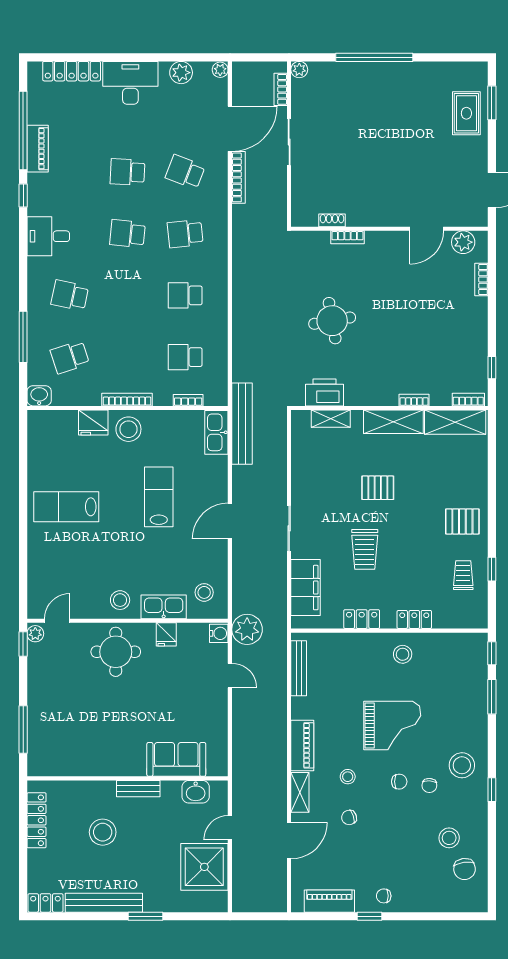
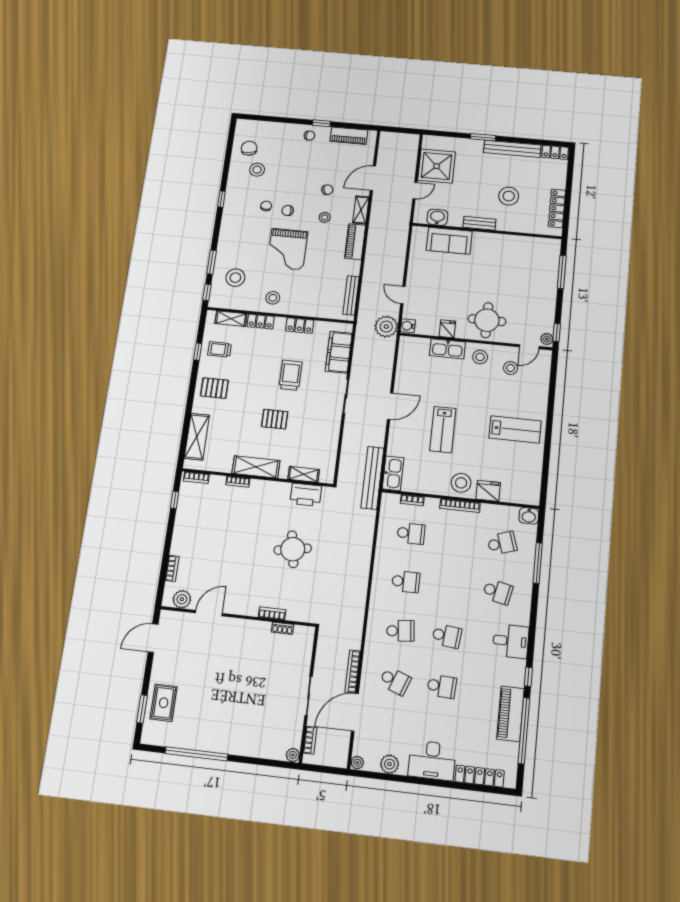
window: (374, 57) -> (196, 754), moved
piano: (38, 149) -> (510, 714), width x1.37, depth x1.33
shelving: (455, 422) -> (197, 437), moved, turned 90
trolley: (463, 575) -> (220, 349), turned 90
stool: (204, 592) -> (511, 368), moved
shelving: (454, 619) -> (231, 319), added
grand piano: (392, 726) -> (287, 249), turned -90
stool: (462, 765) -> (235, 278), moved

